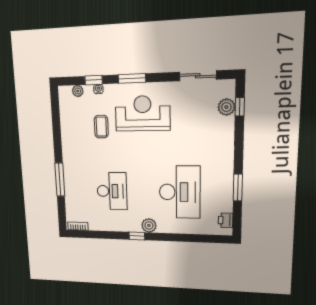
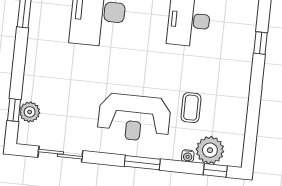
window: (94, 80) -> (215, 170), moved
plant: (78, 91) -> (210, 150), width x1.88, depth x1.88
window: (60, 180) -> (260, 43), width x0.46

